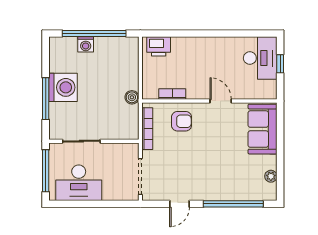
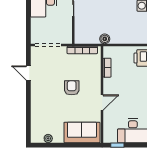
window: (280, 64) -> (117, 145), moved
armchair: (182, 121) -> (72, 88), moved, turned 180
window: (233, 204) -> (28, 112), removed

